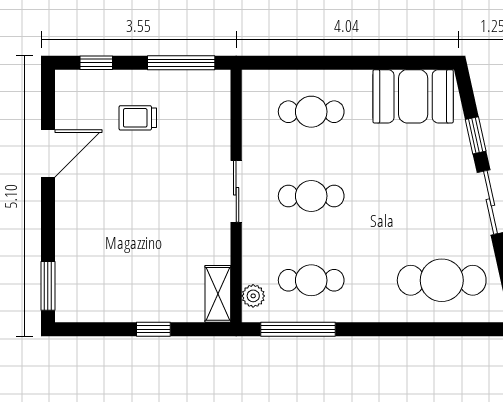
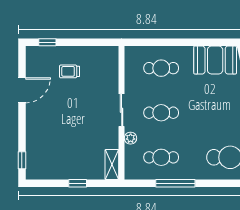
window: (181, 63) -> (92, 42), removed
window: (48, 286) -> (22, 160), width x0.67
plant: (253, 296) -> (131, 138), moved
window: (298, 329) -> (175, 183), moved

